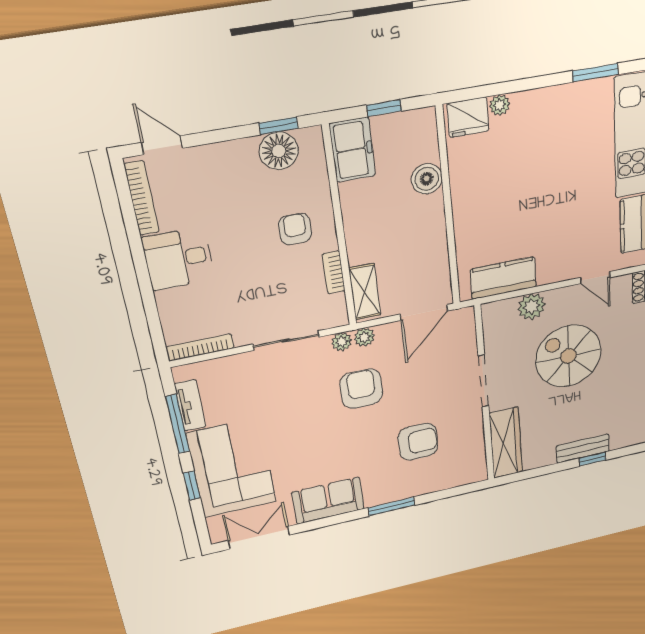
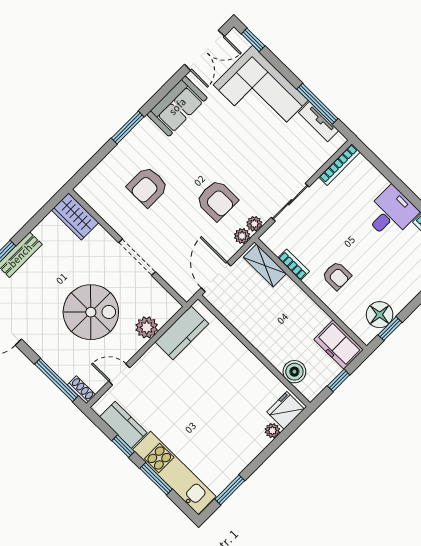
boiler: (427, 179) -> (294, 372), moved
wardrobe: (506, 443) -> (75, 216), width x0.67
window: (192, 486) -> (253, 40), moved

